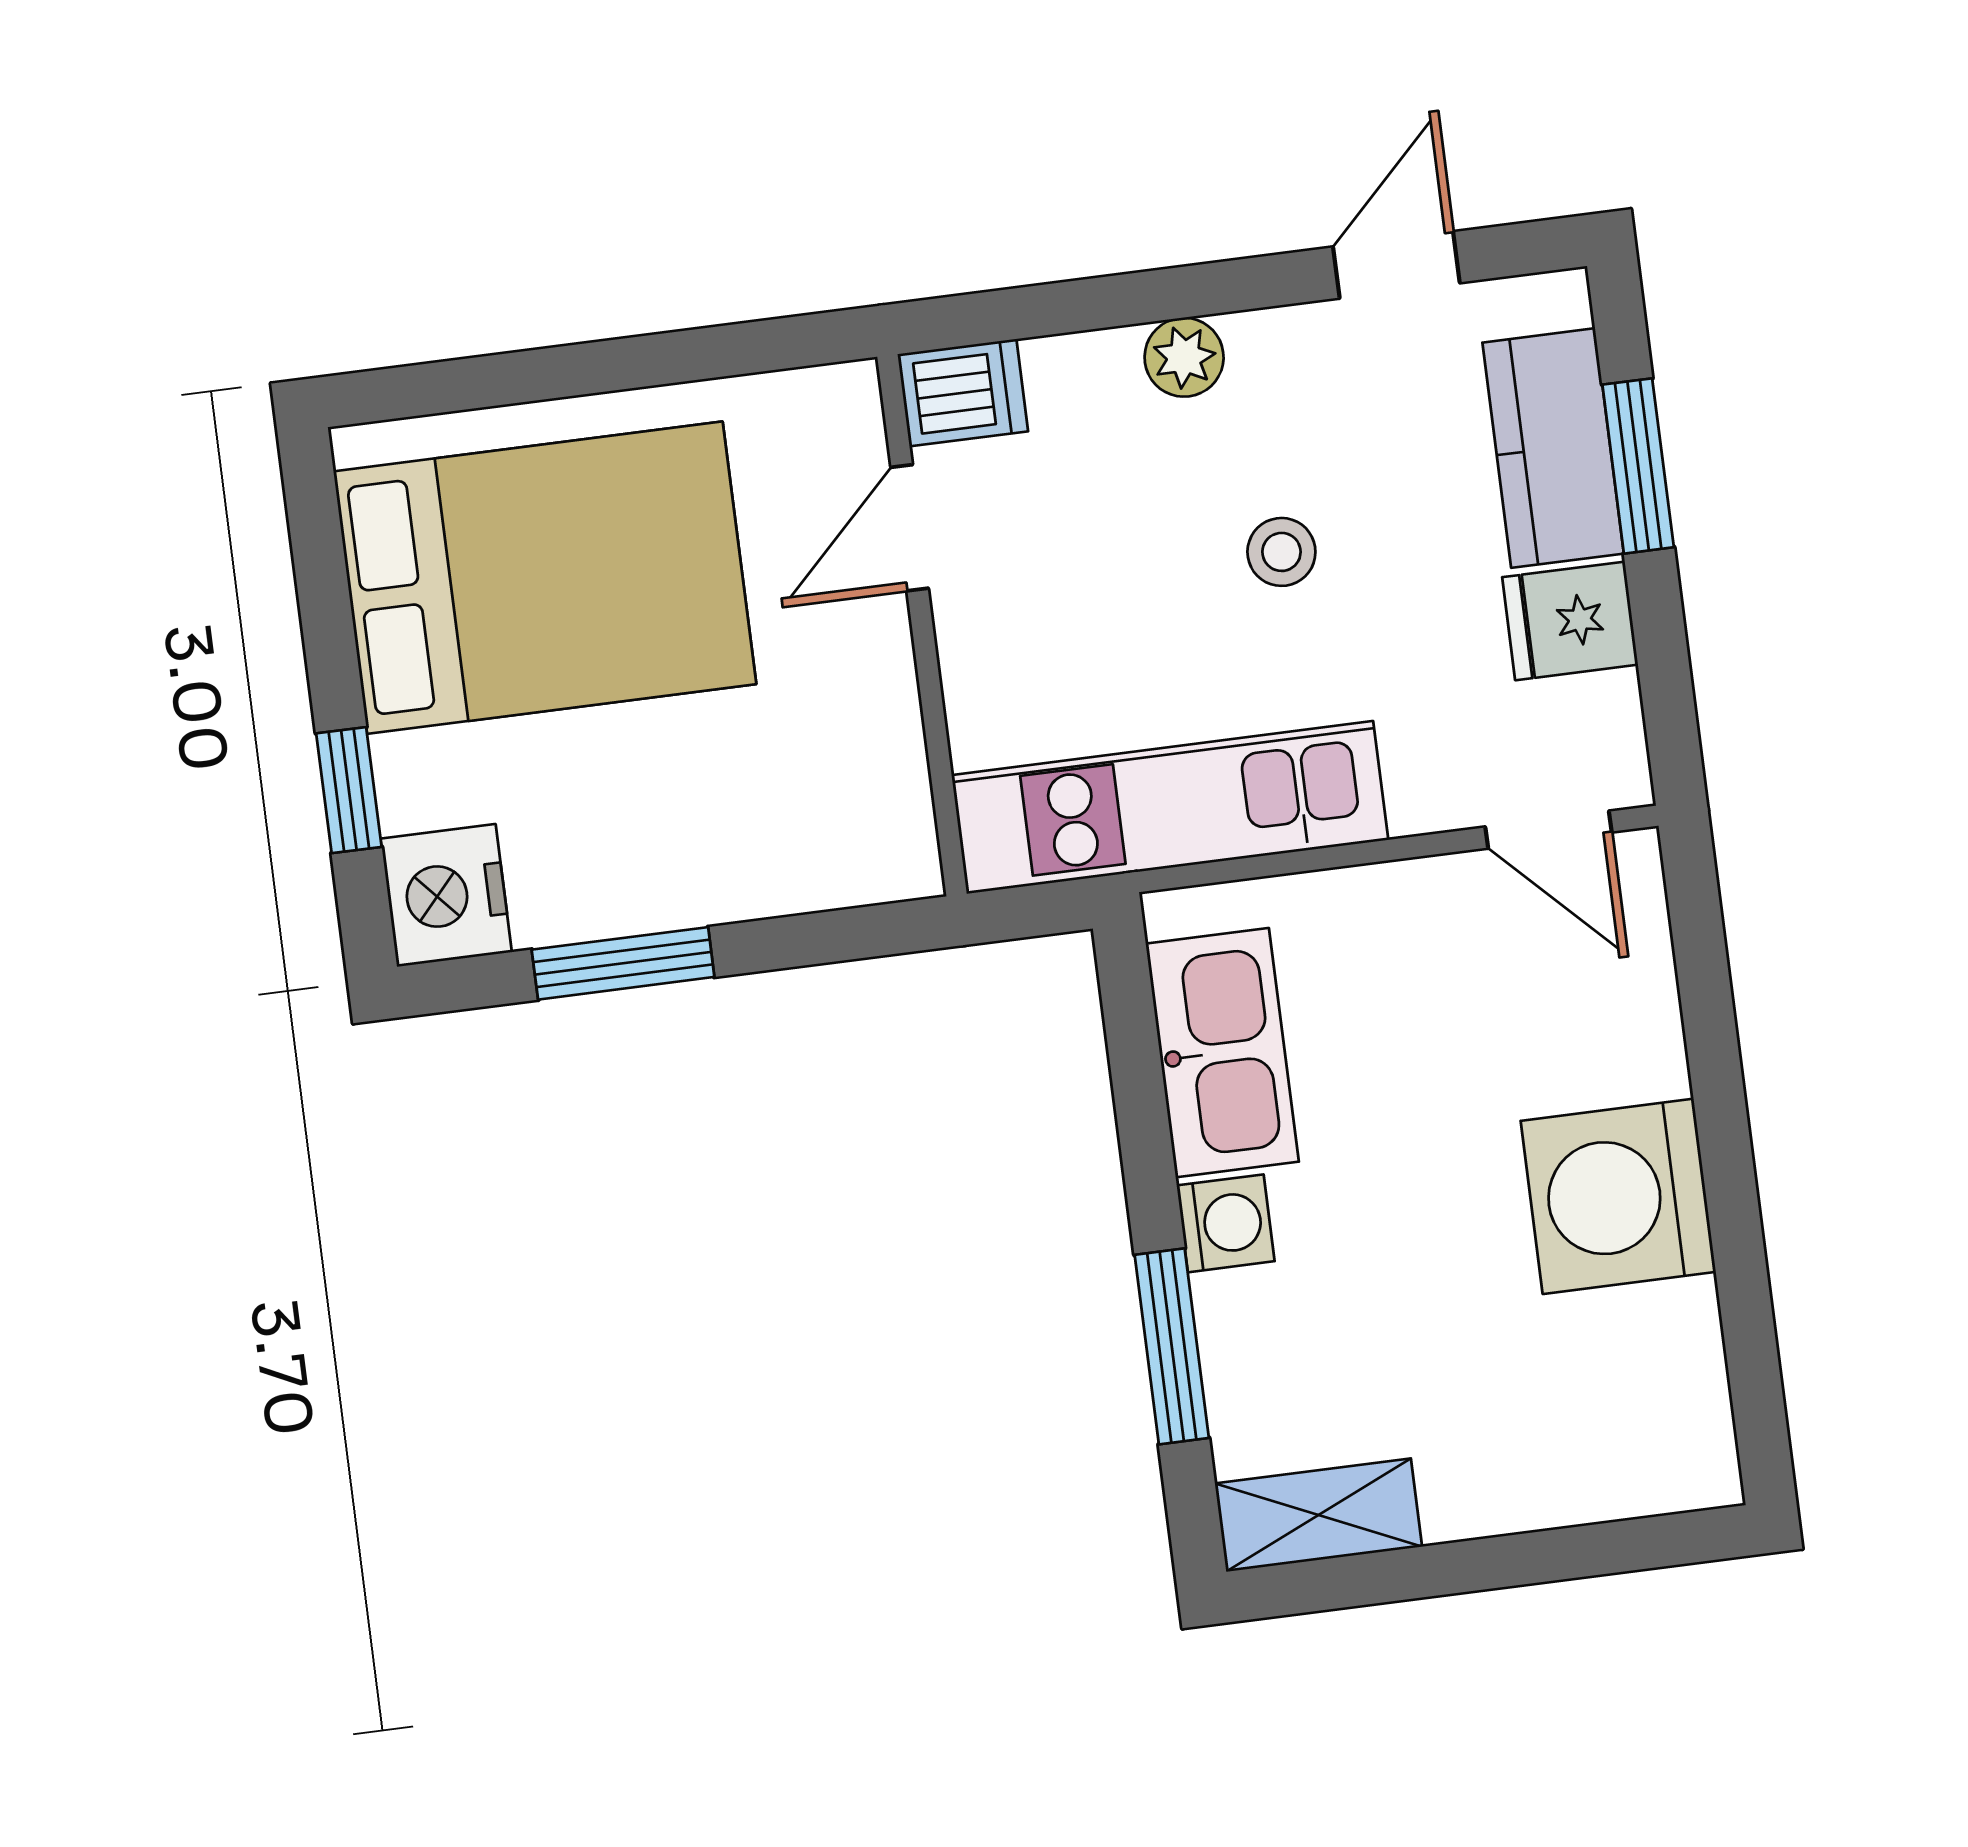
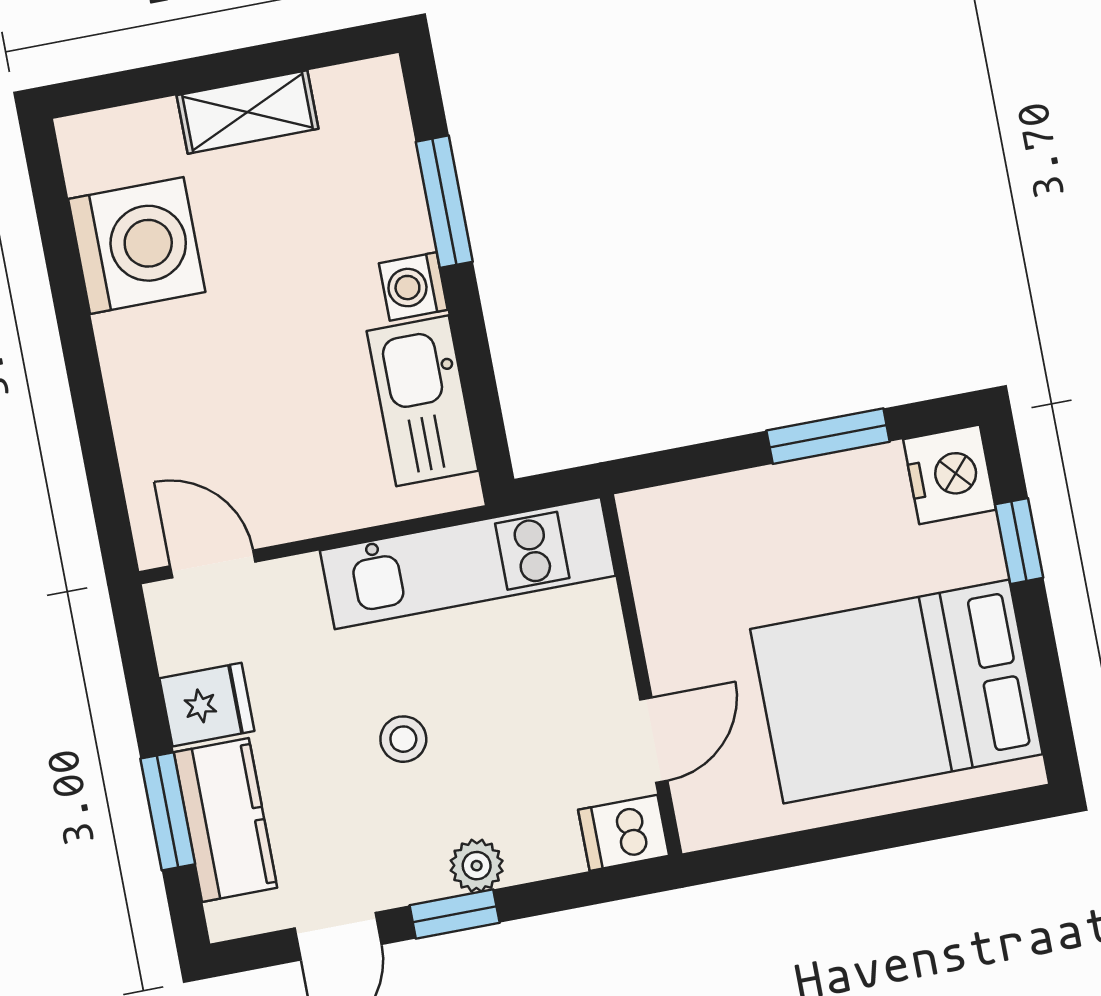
window: (1221, 287) -> (455, 914), added
washing machine: (1618, 1196) -> (137, 245), moved
shelving: (1319, 1515) -> (248, 112), moved

